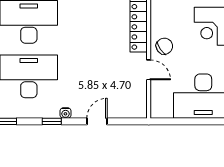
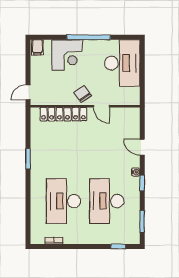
door: (149, 70) -> (101, 106), swing flipped

